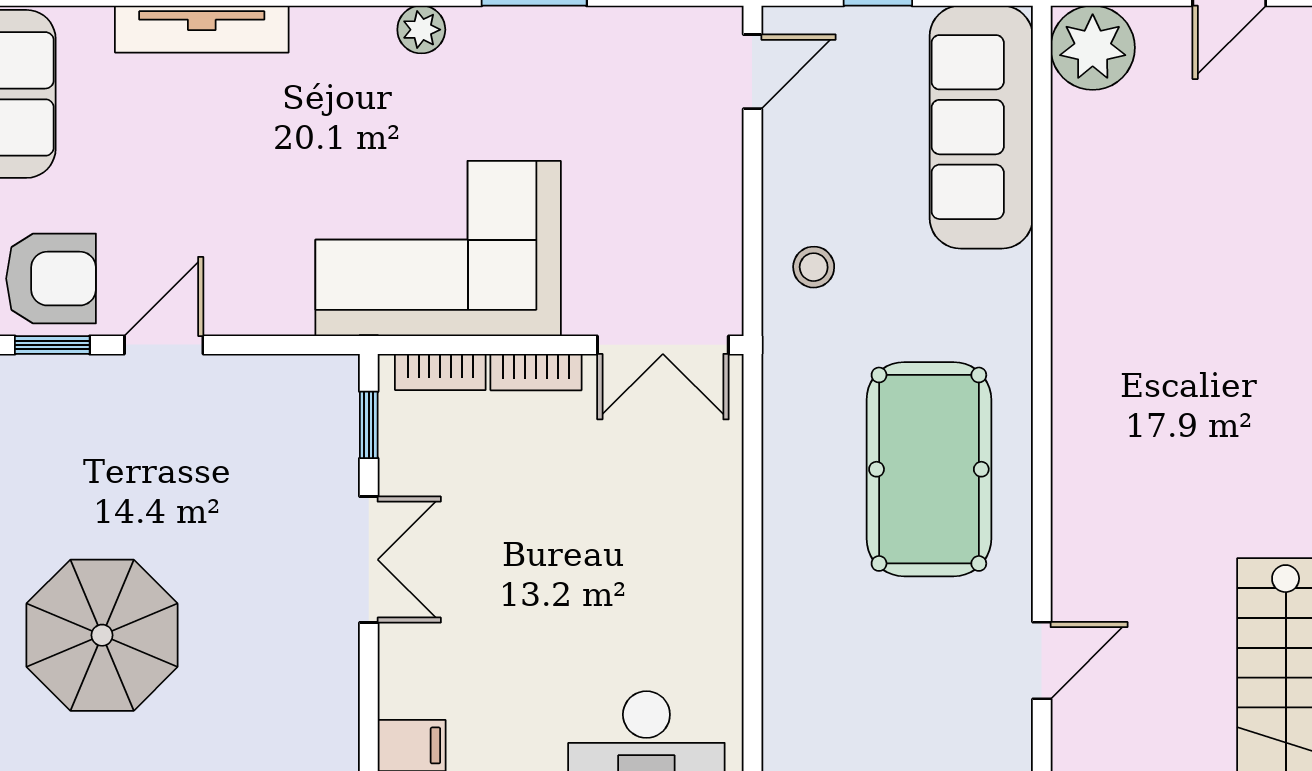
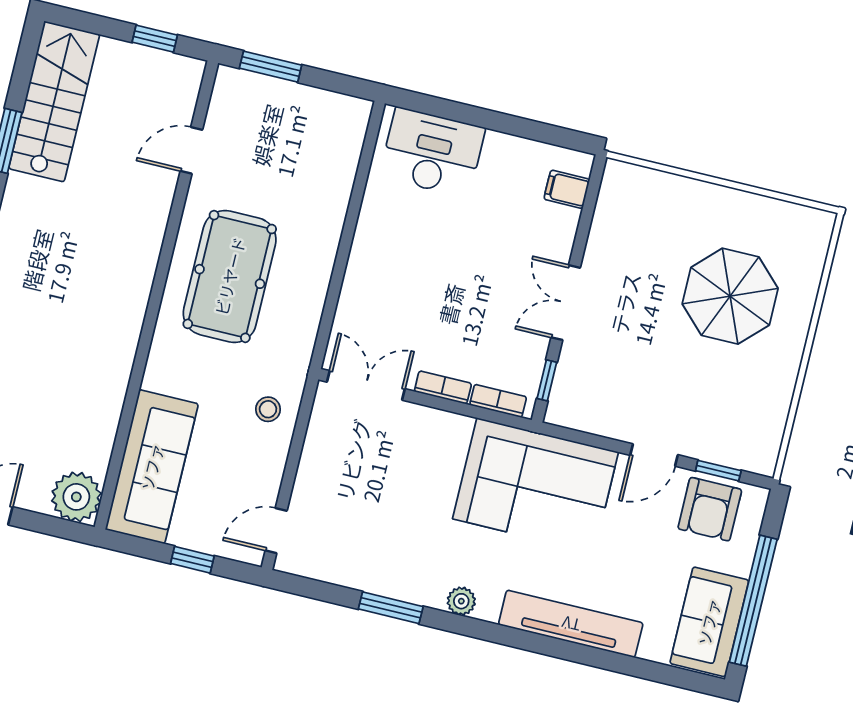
tv unit: (202, 29) -> (571, 624), width x1.36, depth x1.29
corner sofa: (438, 248) -> (536, 485), moved
armchair: (51, 279) -> (710, 509), turned -90

